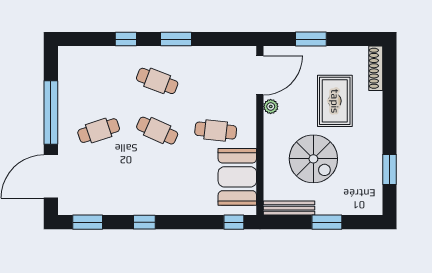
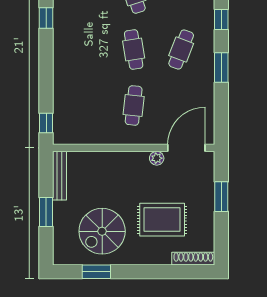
door: (260, 75) -> (186, 148), swing flipped
cafe table: (157, 131) -> (134, 49), turned -33
spiral stairs: (313, 159) -> (102, 231), moved
booth: (237, 177) -> (89, 126), removed
window: (144, 222) -> (46, 18), moved

